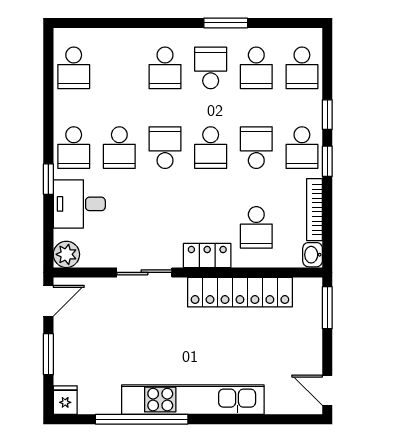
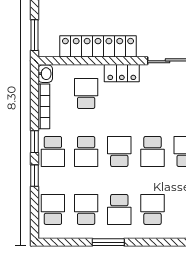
school desk: (302, 148) -> (53, 151), turned 180

